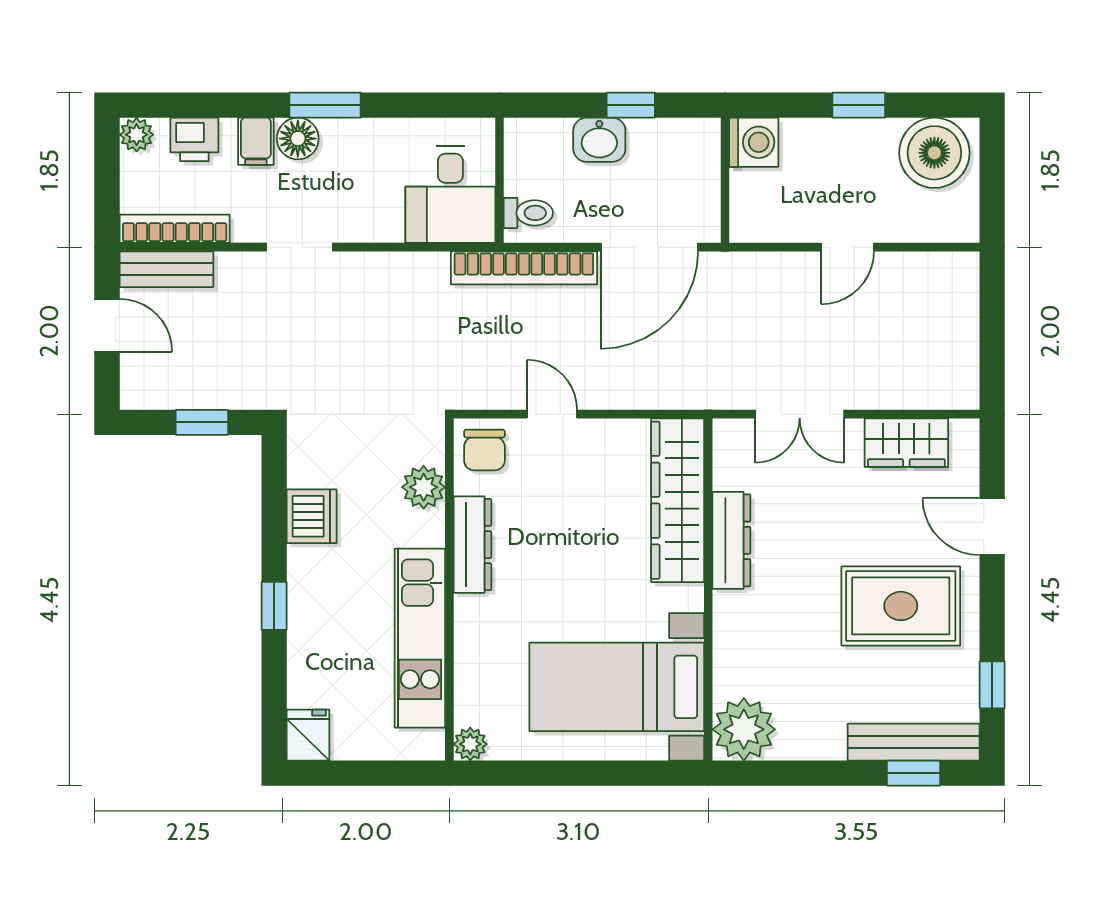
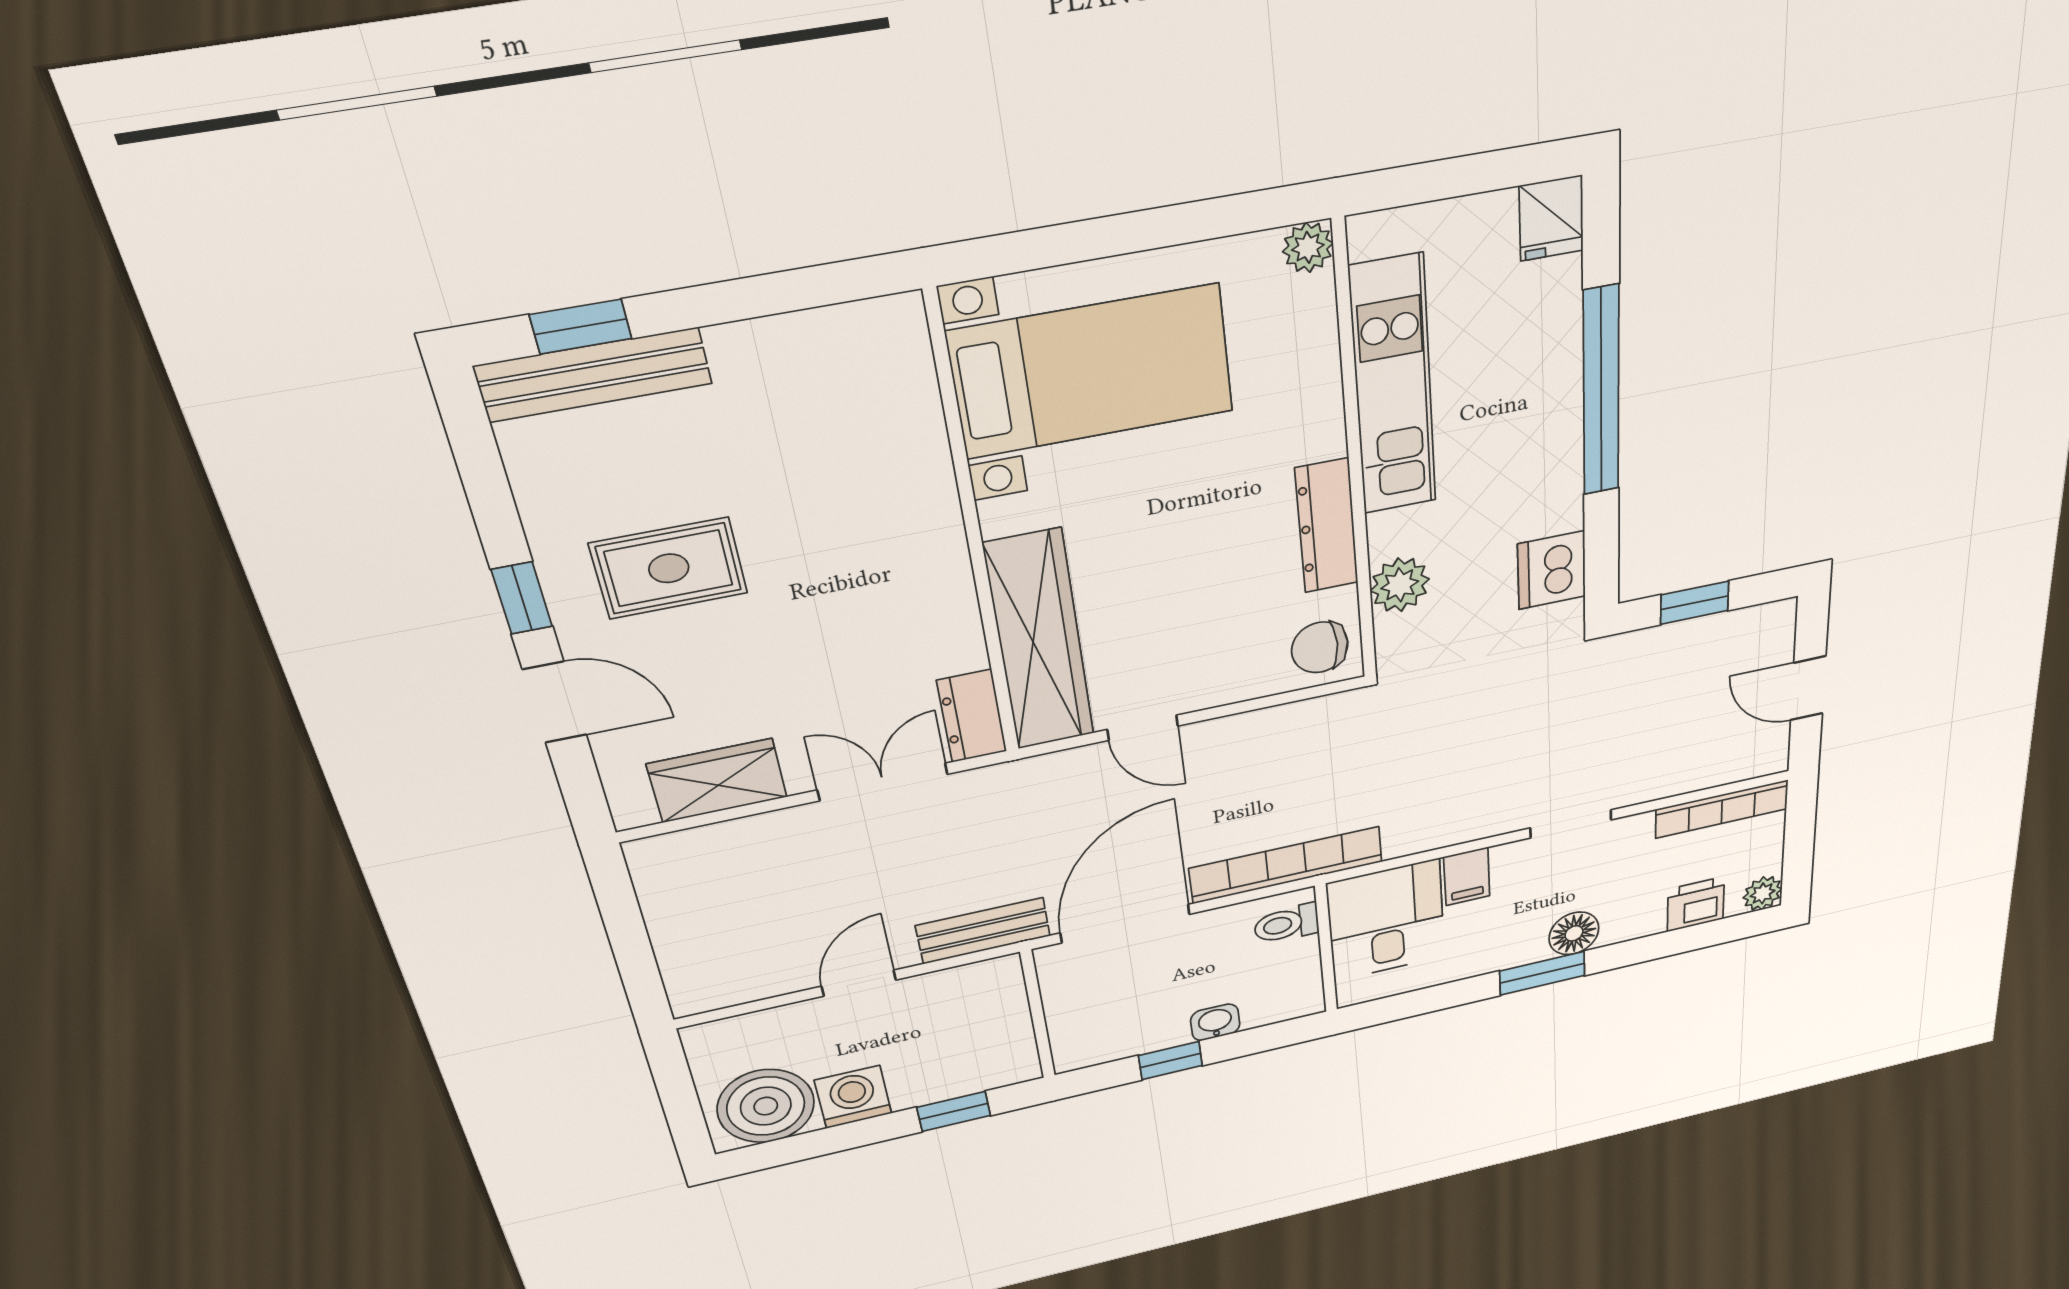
window: (859, 105) -> (954, 1111), moved
washbasin: (599, 140) -> (1215, 1022), width x0.72, depth x0.69
filing cabinet: (256, 141) -> (1467, 876), moved, turned 180
washing machine: (754, 142) -> (853, 1097), moved, turned 90
bench: (166, 269) -> (983, 931), moved
door: (552, 414) -> (1143, 728), moved
chair: (484, 450) -> (1320, 647), turned -90
dishwasher: (312, 516) -> (1552, 570), moved
dresser: (731, 540) -> (972, 716), moved, width x0.70
window: (274, 606) -> (1601, 392), width x3.17
rug: (901, 606) -> (669, 568), width x0.73, depth x0.70
window: (992, 685) -> (522, 598), moved
plant: (744, 729) -> (880, 345), removed

